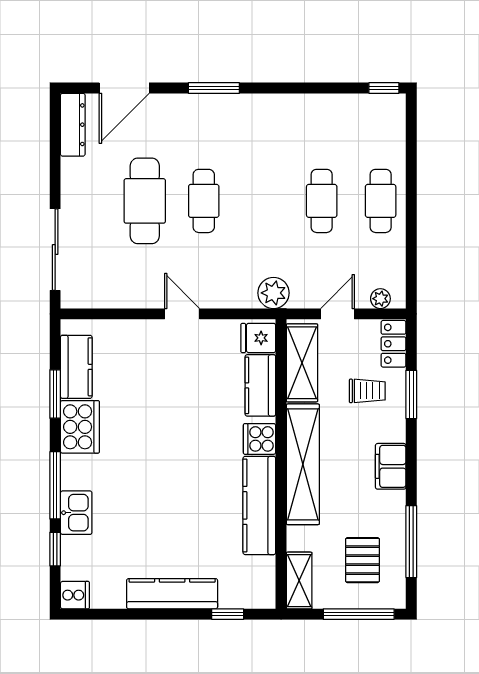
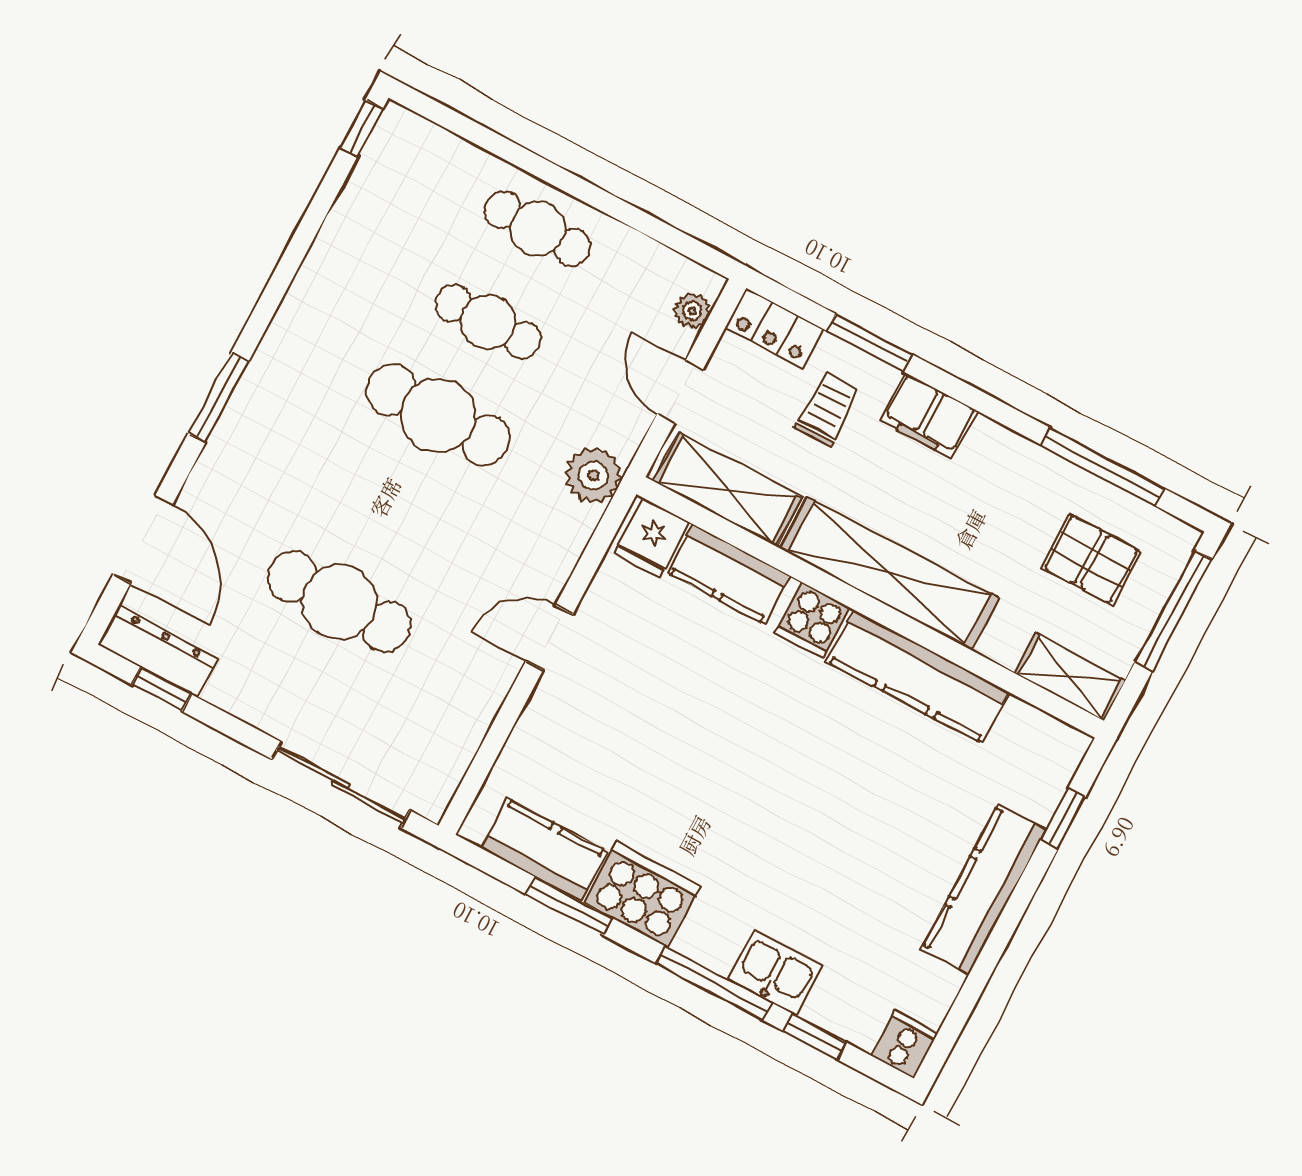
window: (55, 136) -> (162, 689), added
cafe table: (204, 201) -> (438, 415), moved, width x1.37, depth x1.35
filing cabinet: (391, 466) -> (929, 416), moved

